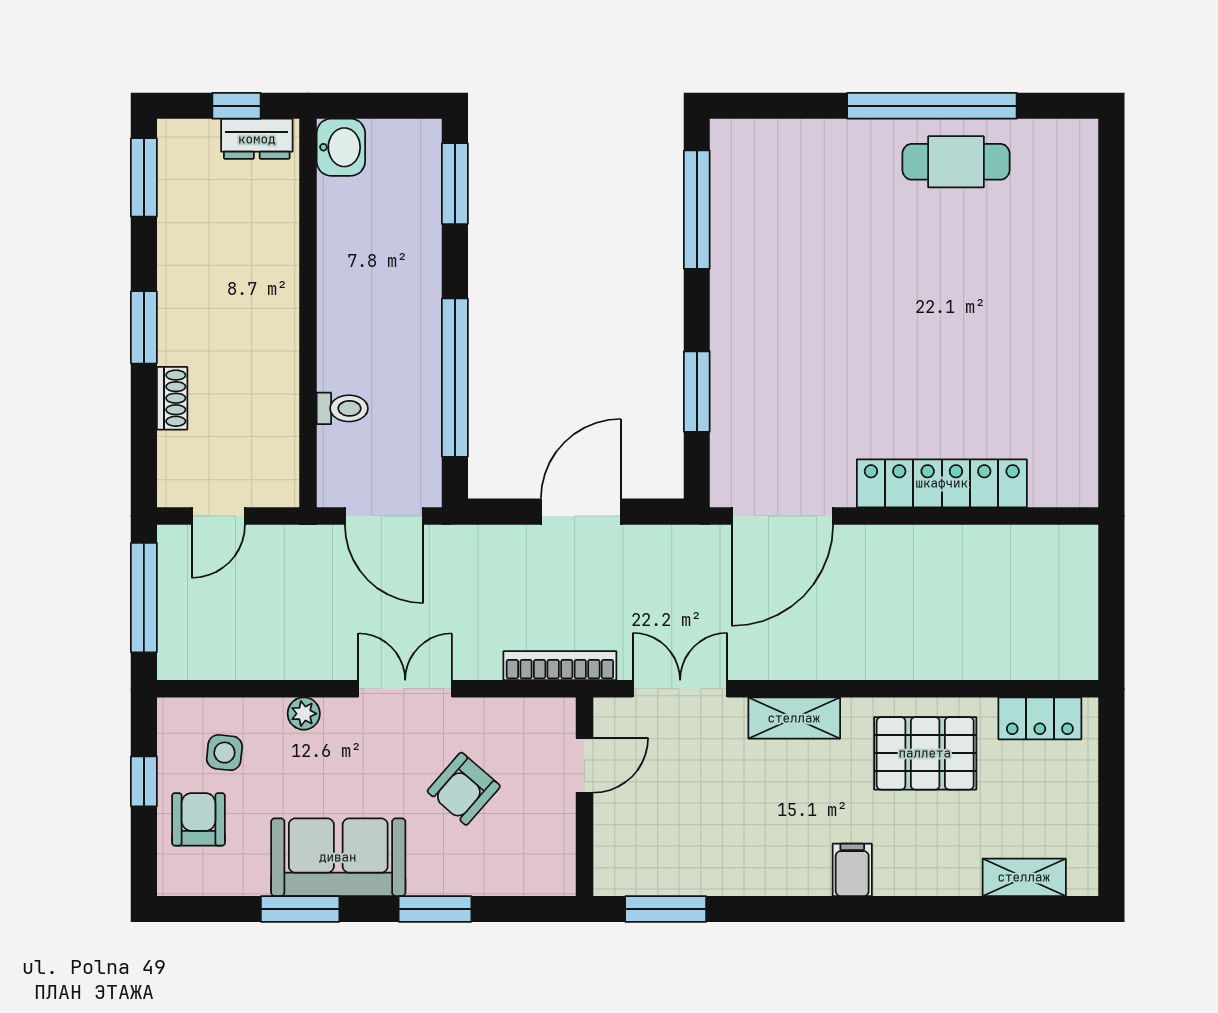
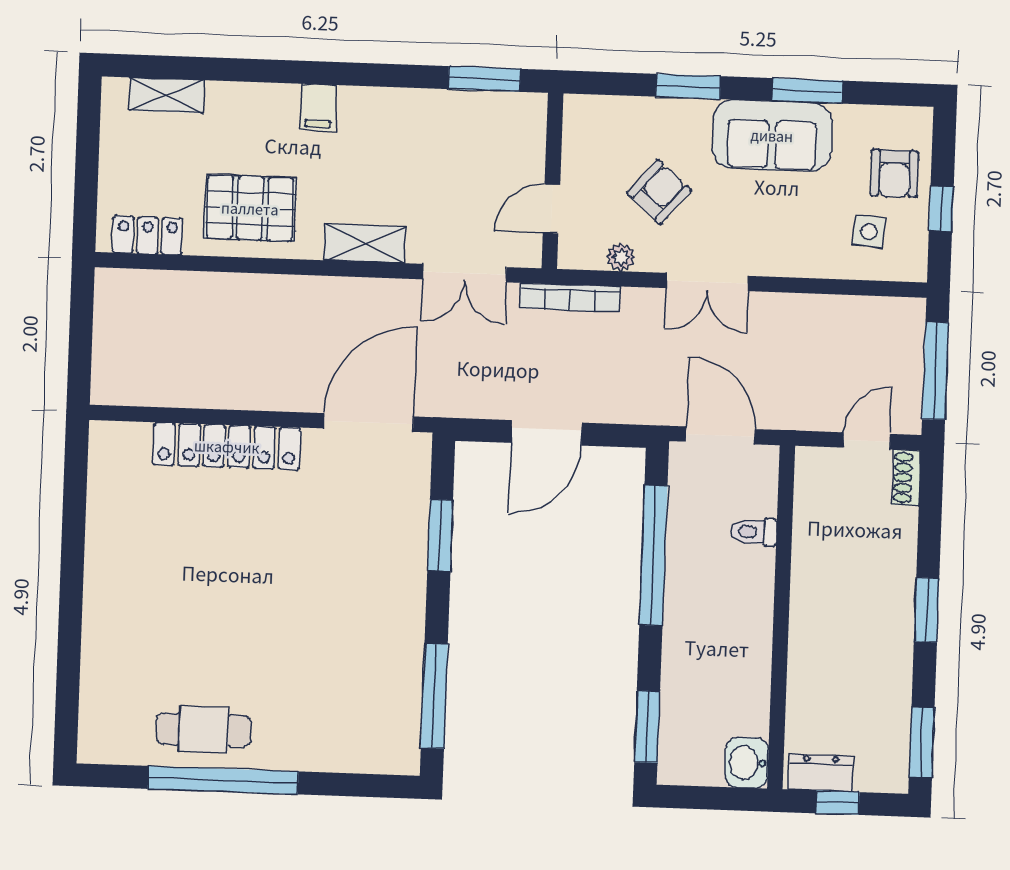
shoe rack: (172, 398) -> (906, 478), moved
plant: (304, 714) -> (621, 257), moved

